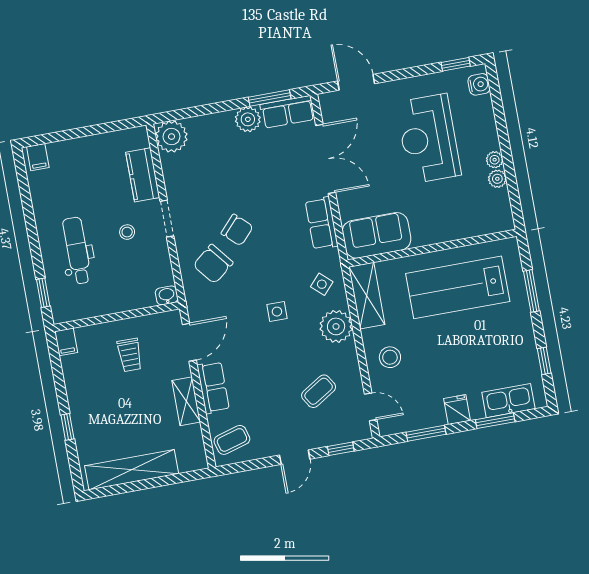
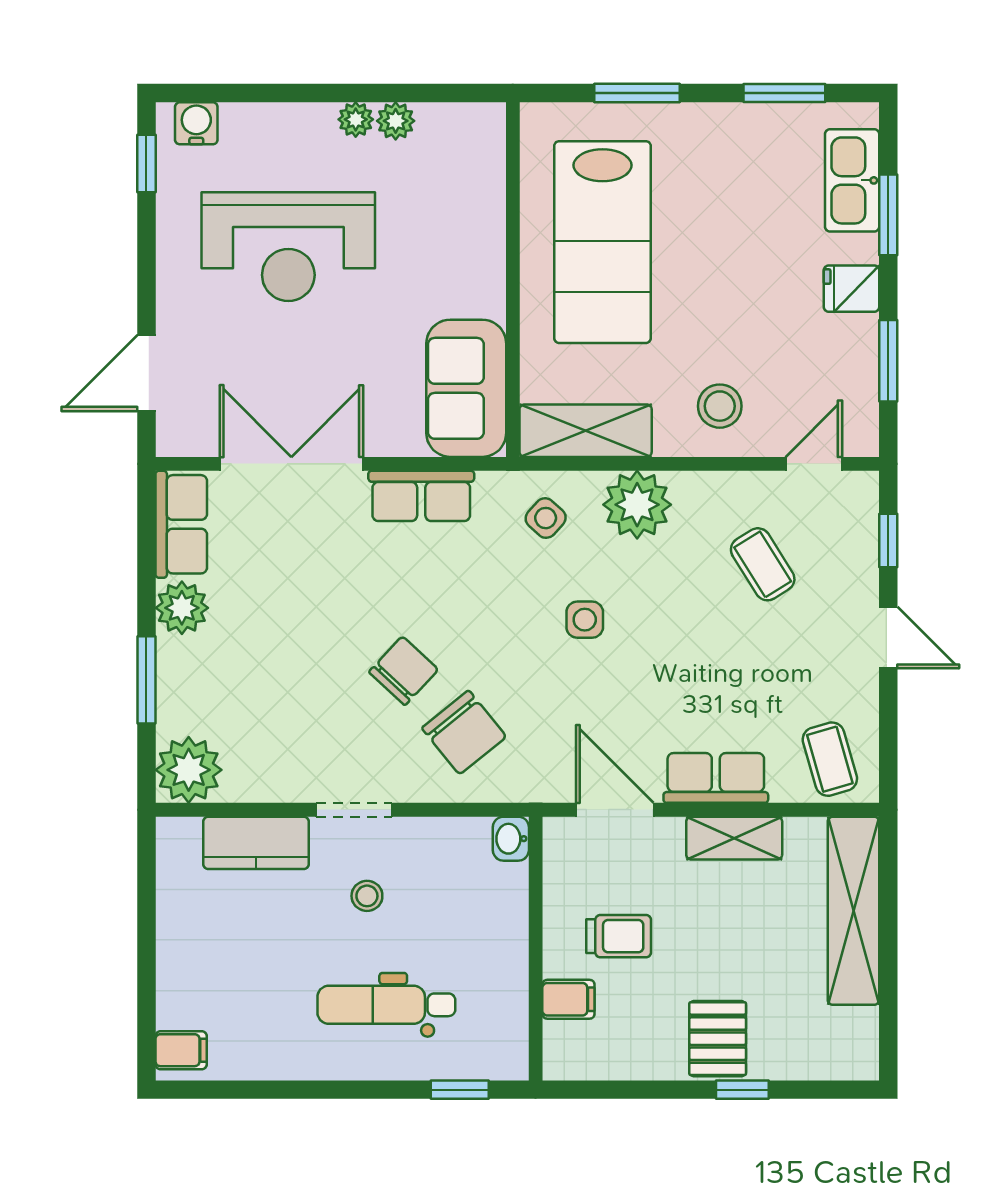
window: (270, 98) -> (146, 680), moved
filing cabinet: (66, 342) -> (568, 999), moved
window: (544, 361) -> (784, 93), width x1.50
pallet: (90, 411) -> (718, 1039), added
shelving: (132, 470) -> (853, 911), moved

